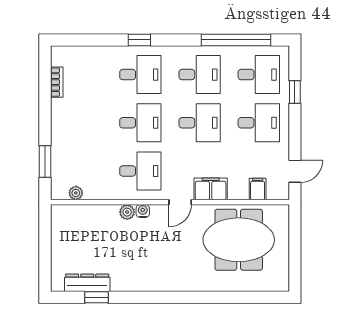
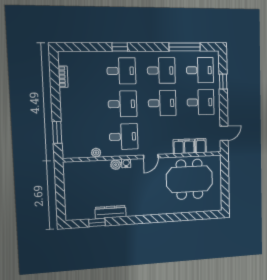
window: (236, 40) -> (185, 47), width x0.68
filing cabinet: (211, 189) -> (184, 146), moved
plant: (76, 193) -> (96, 153), moved
dresser: (87, 283) -> (110, 212), moved

